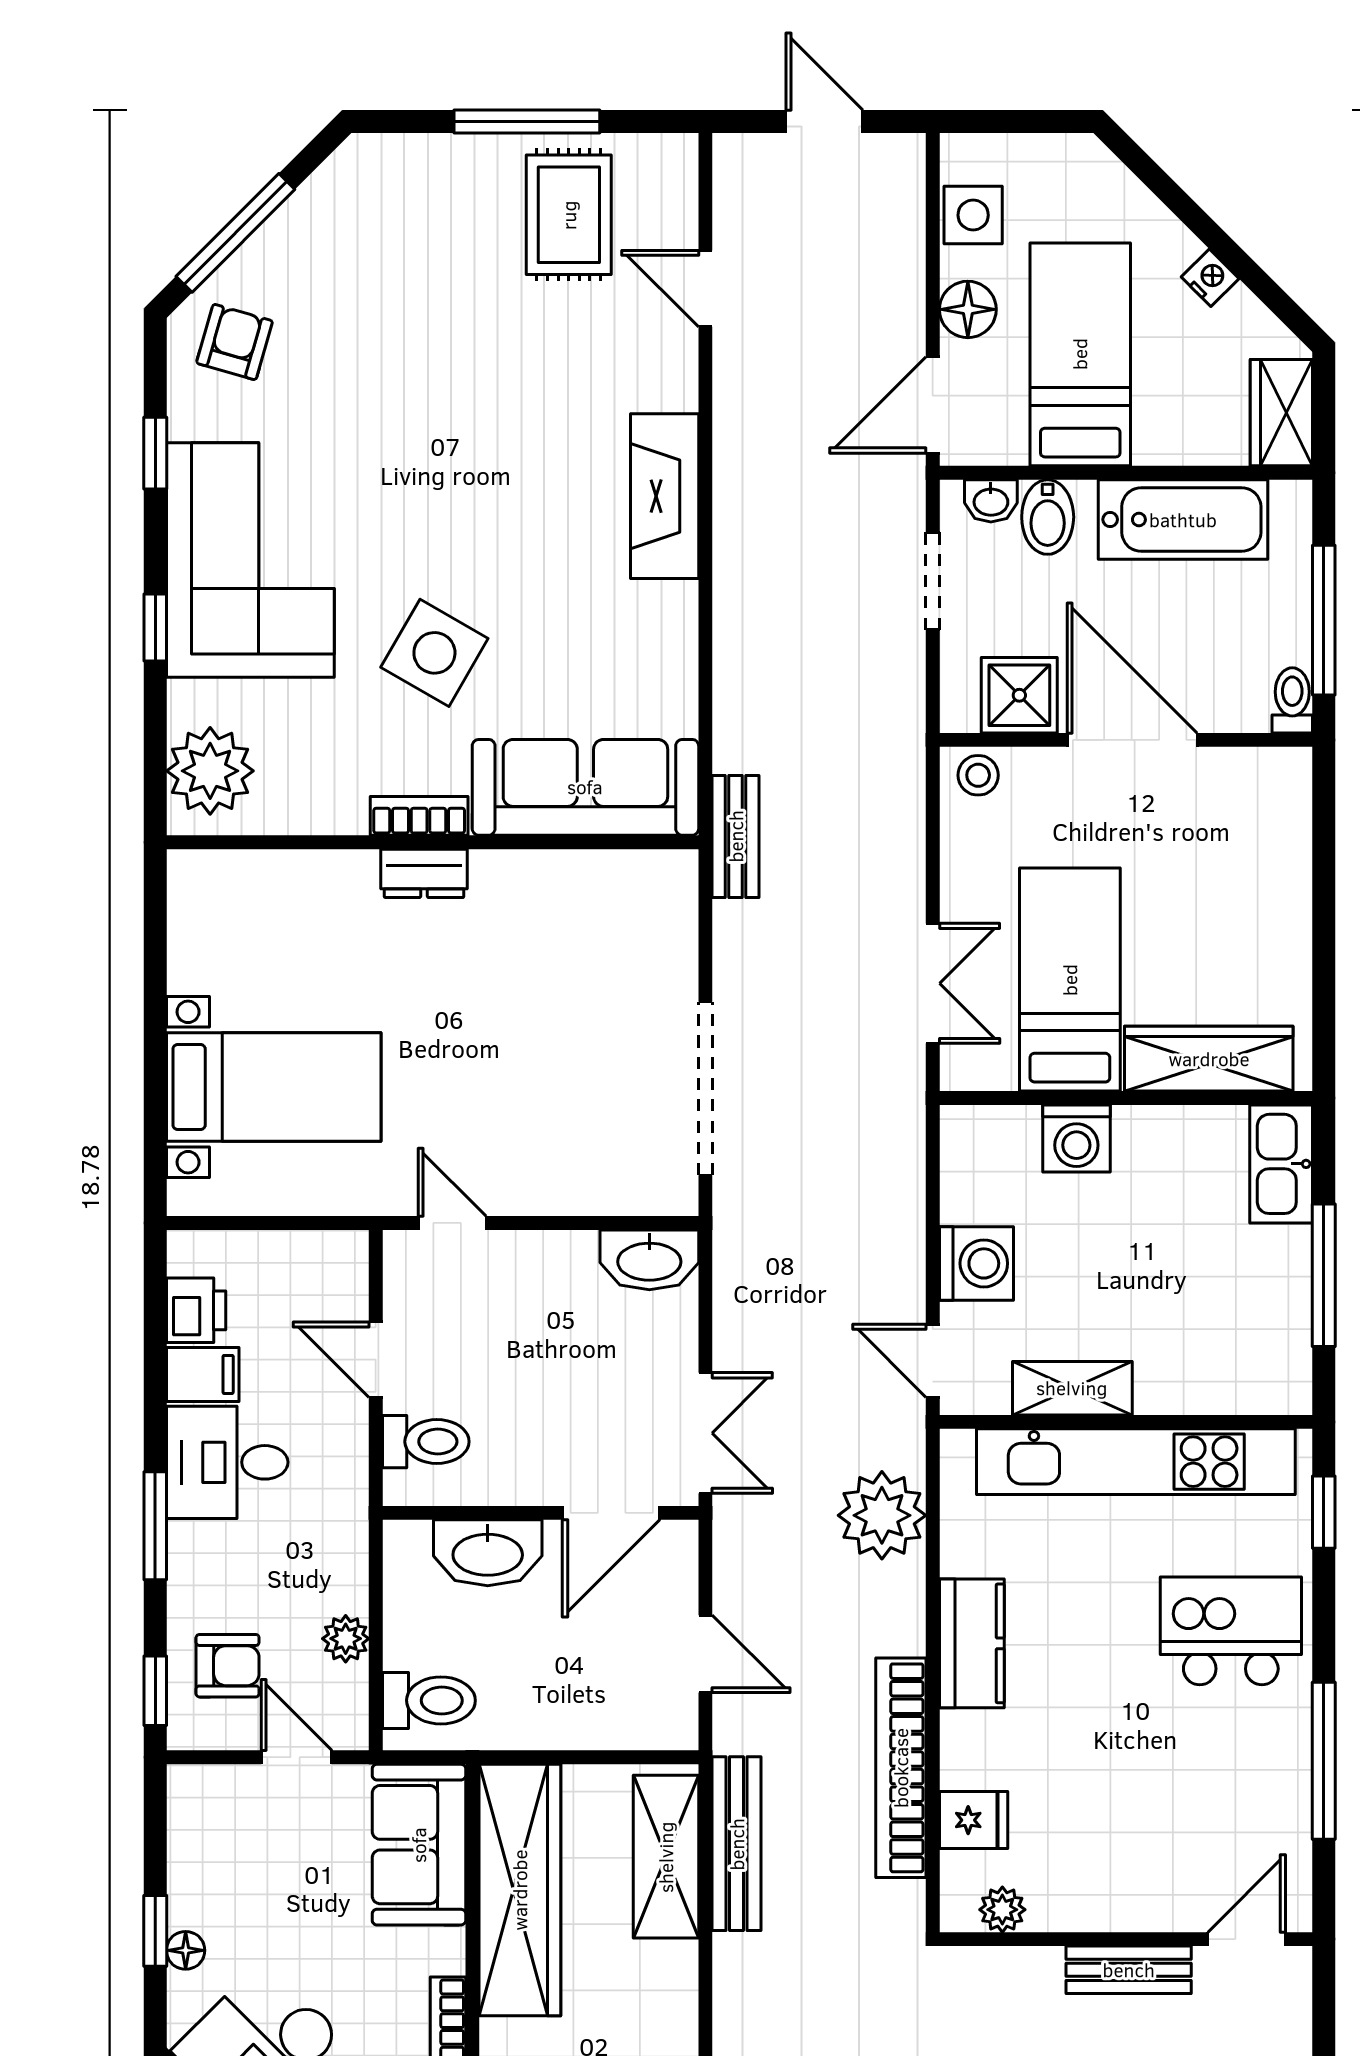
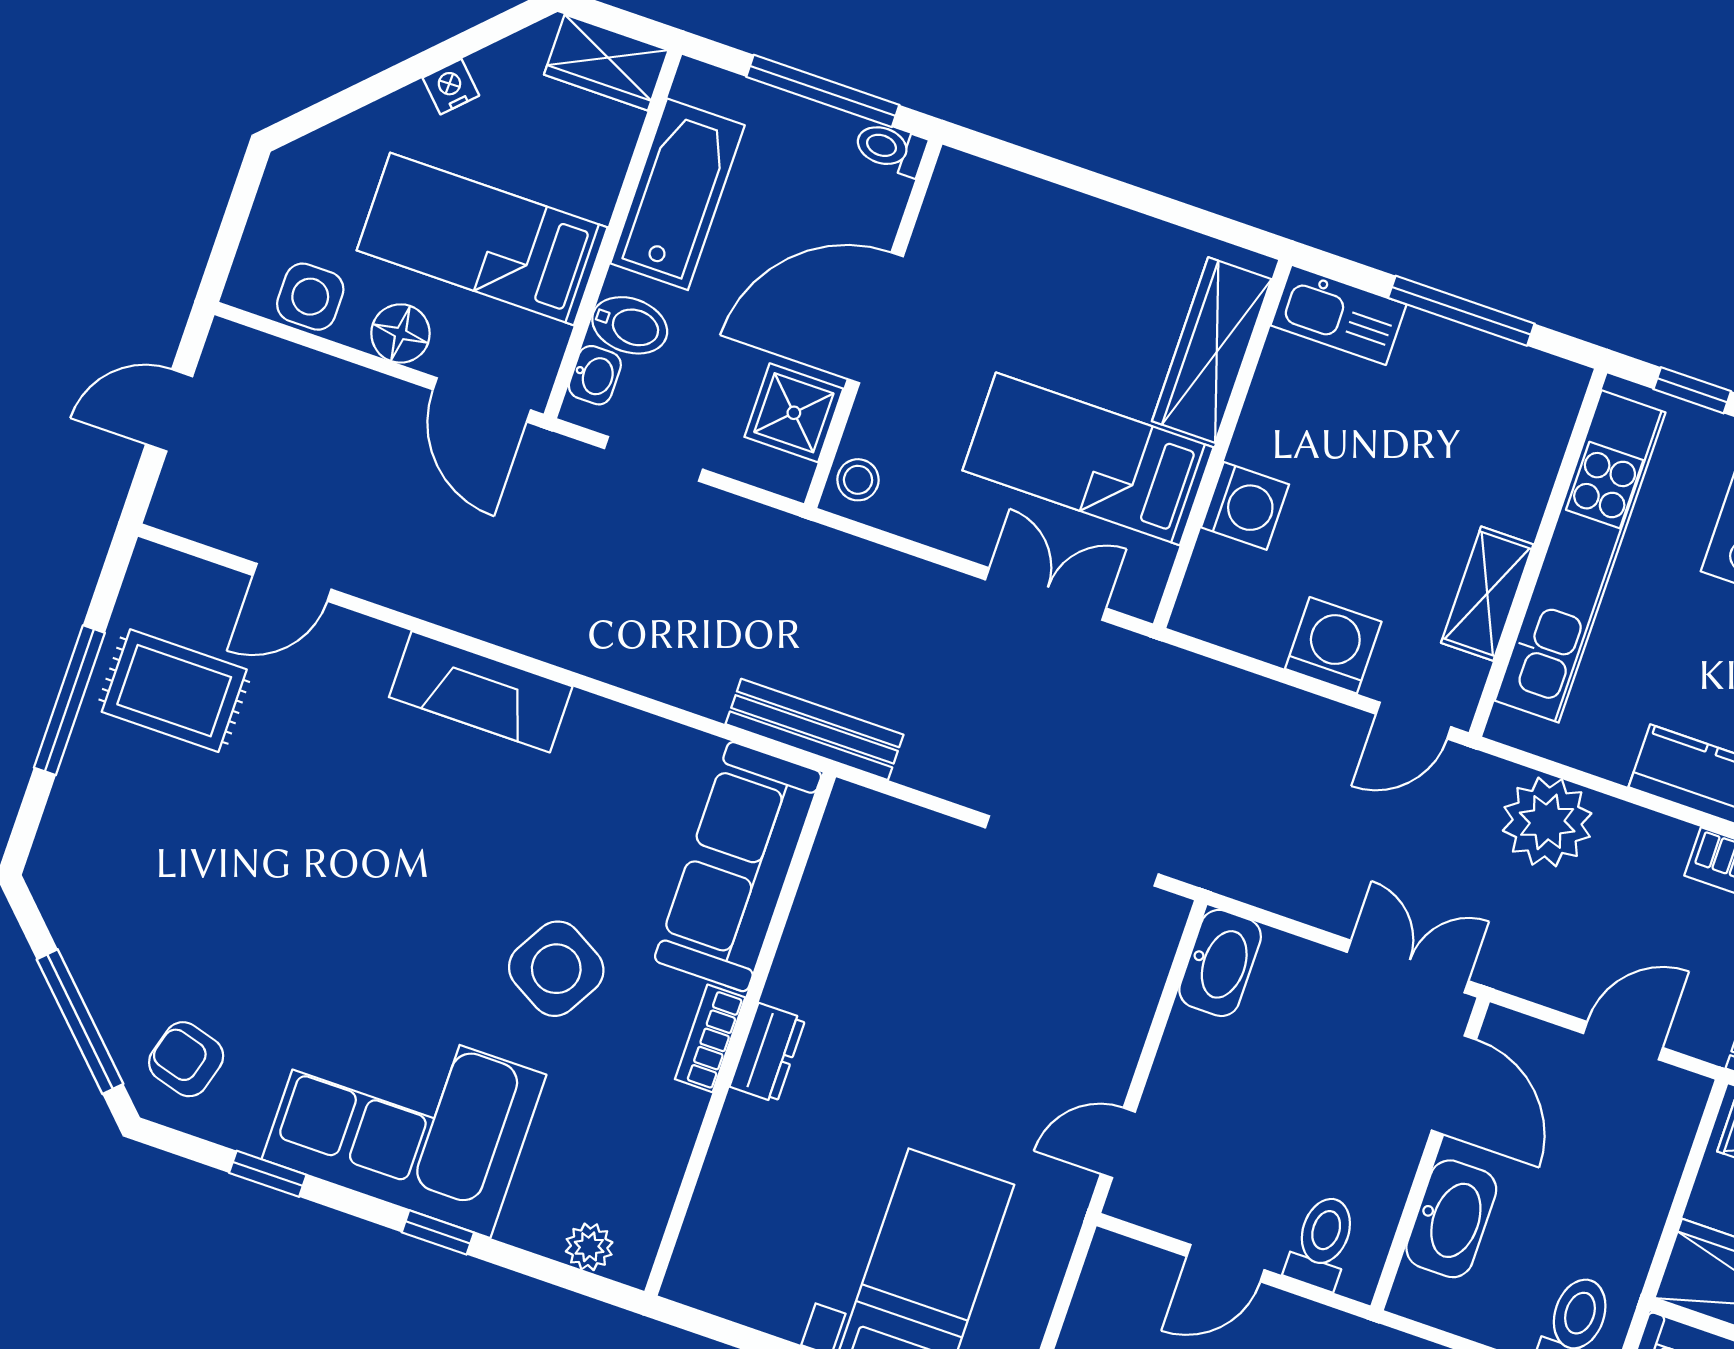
plant: (210, 771) -> (589, 1247), width x0.53, depth x0.53
bench: (736, 836) -> (815, 729), width x1.36

